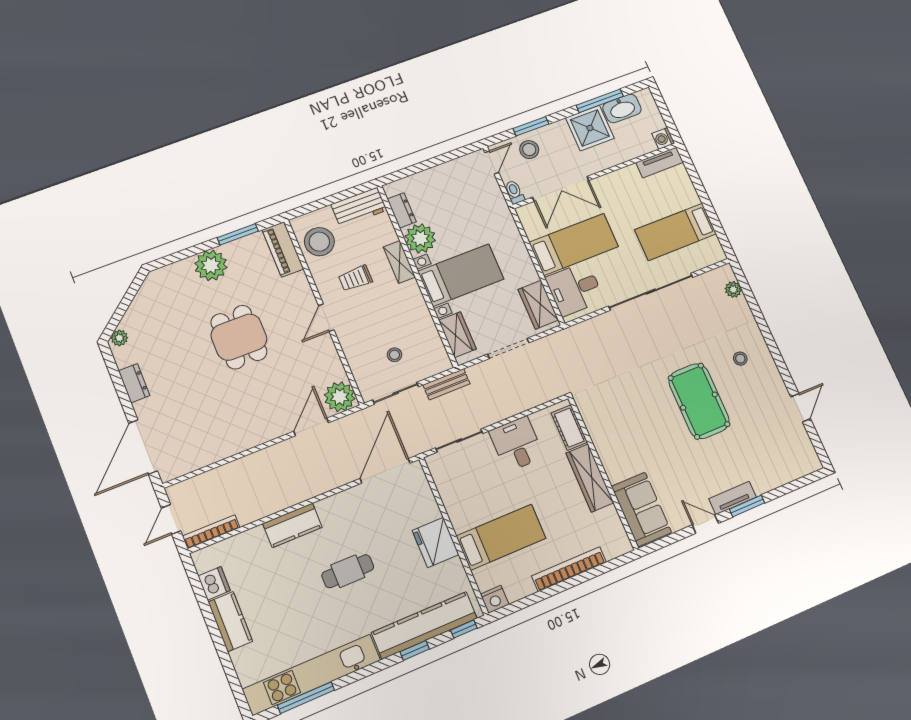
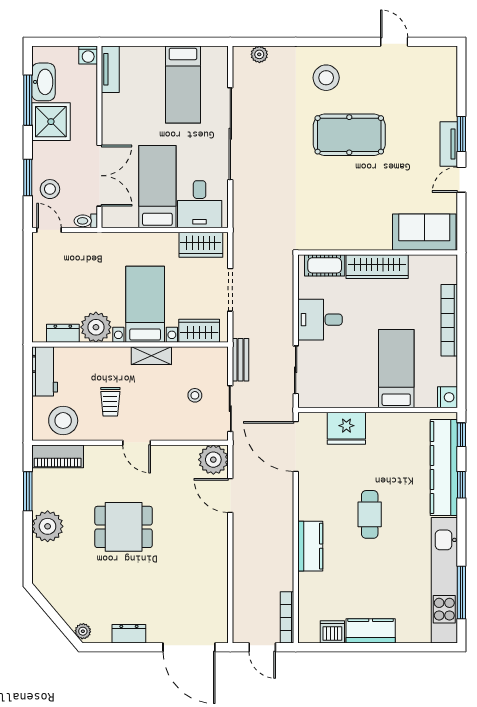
shelving: (399, 262) -> (151, 356), moved
stool: (740, 359) -> (326, 78), width x1.89, depth x1.89
fridge: (436, 542) -> (346, 428), moved

